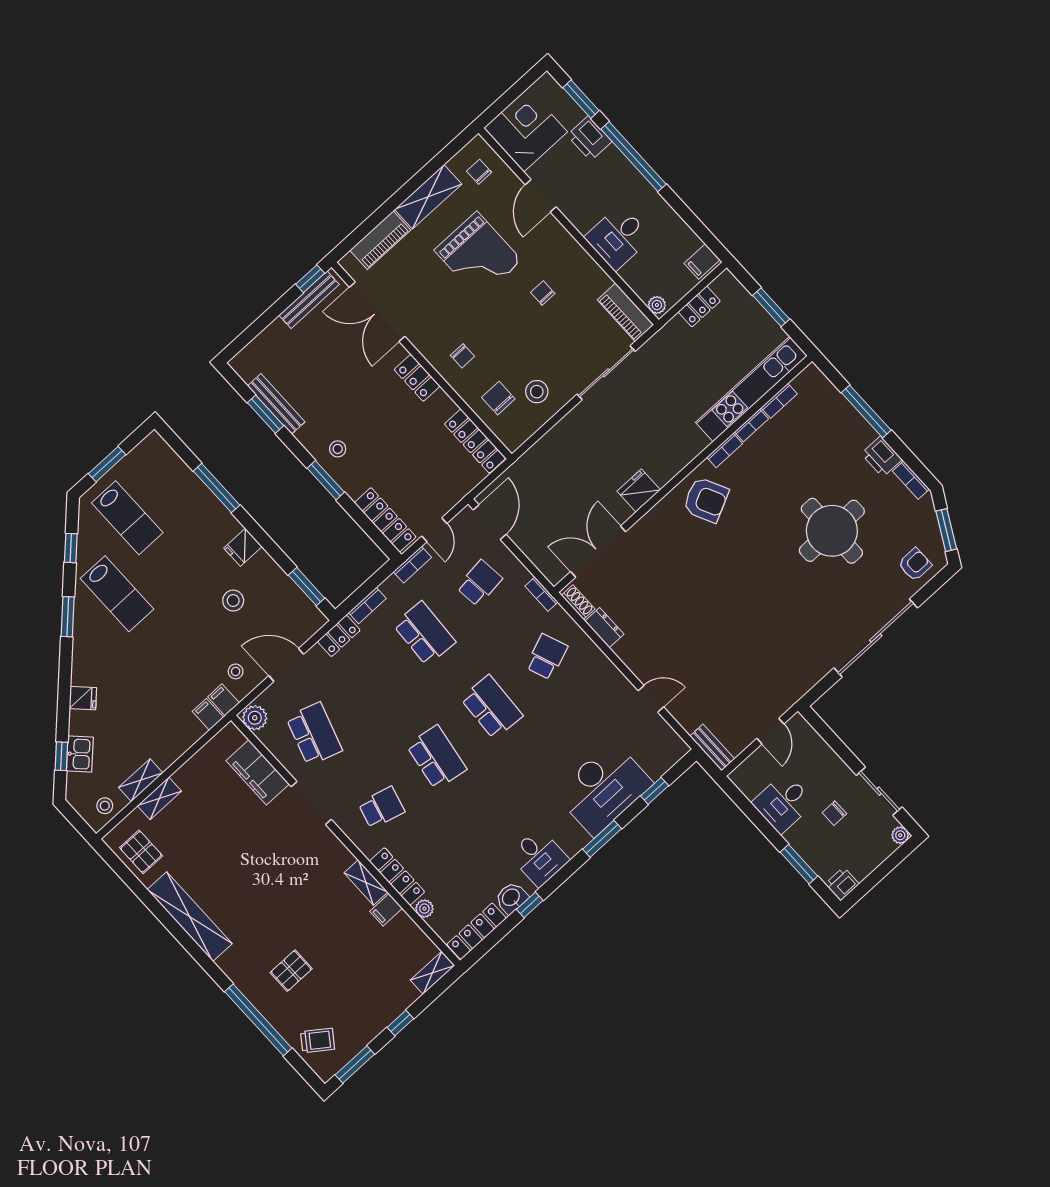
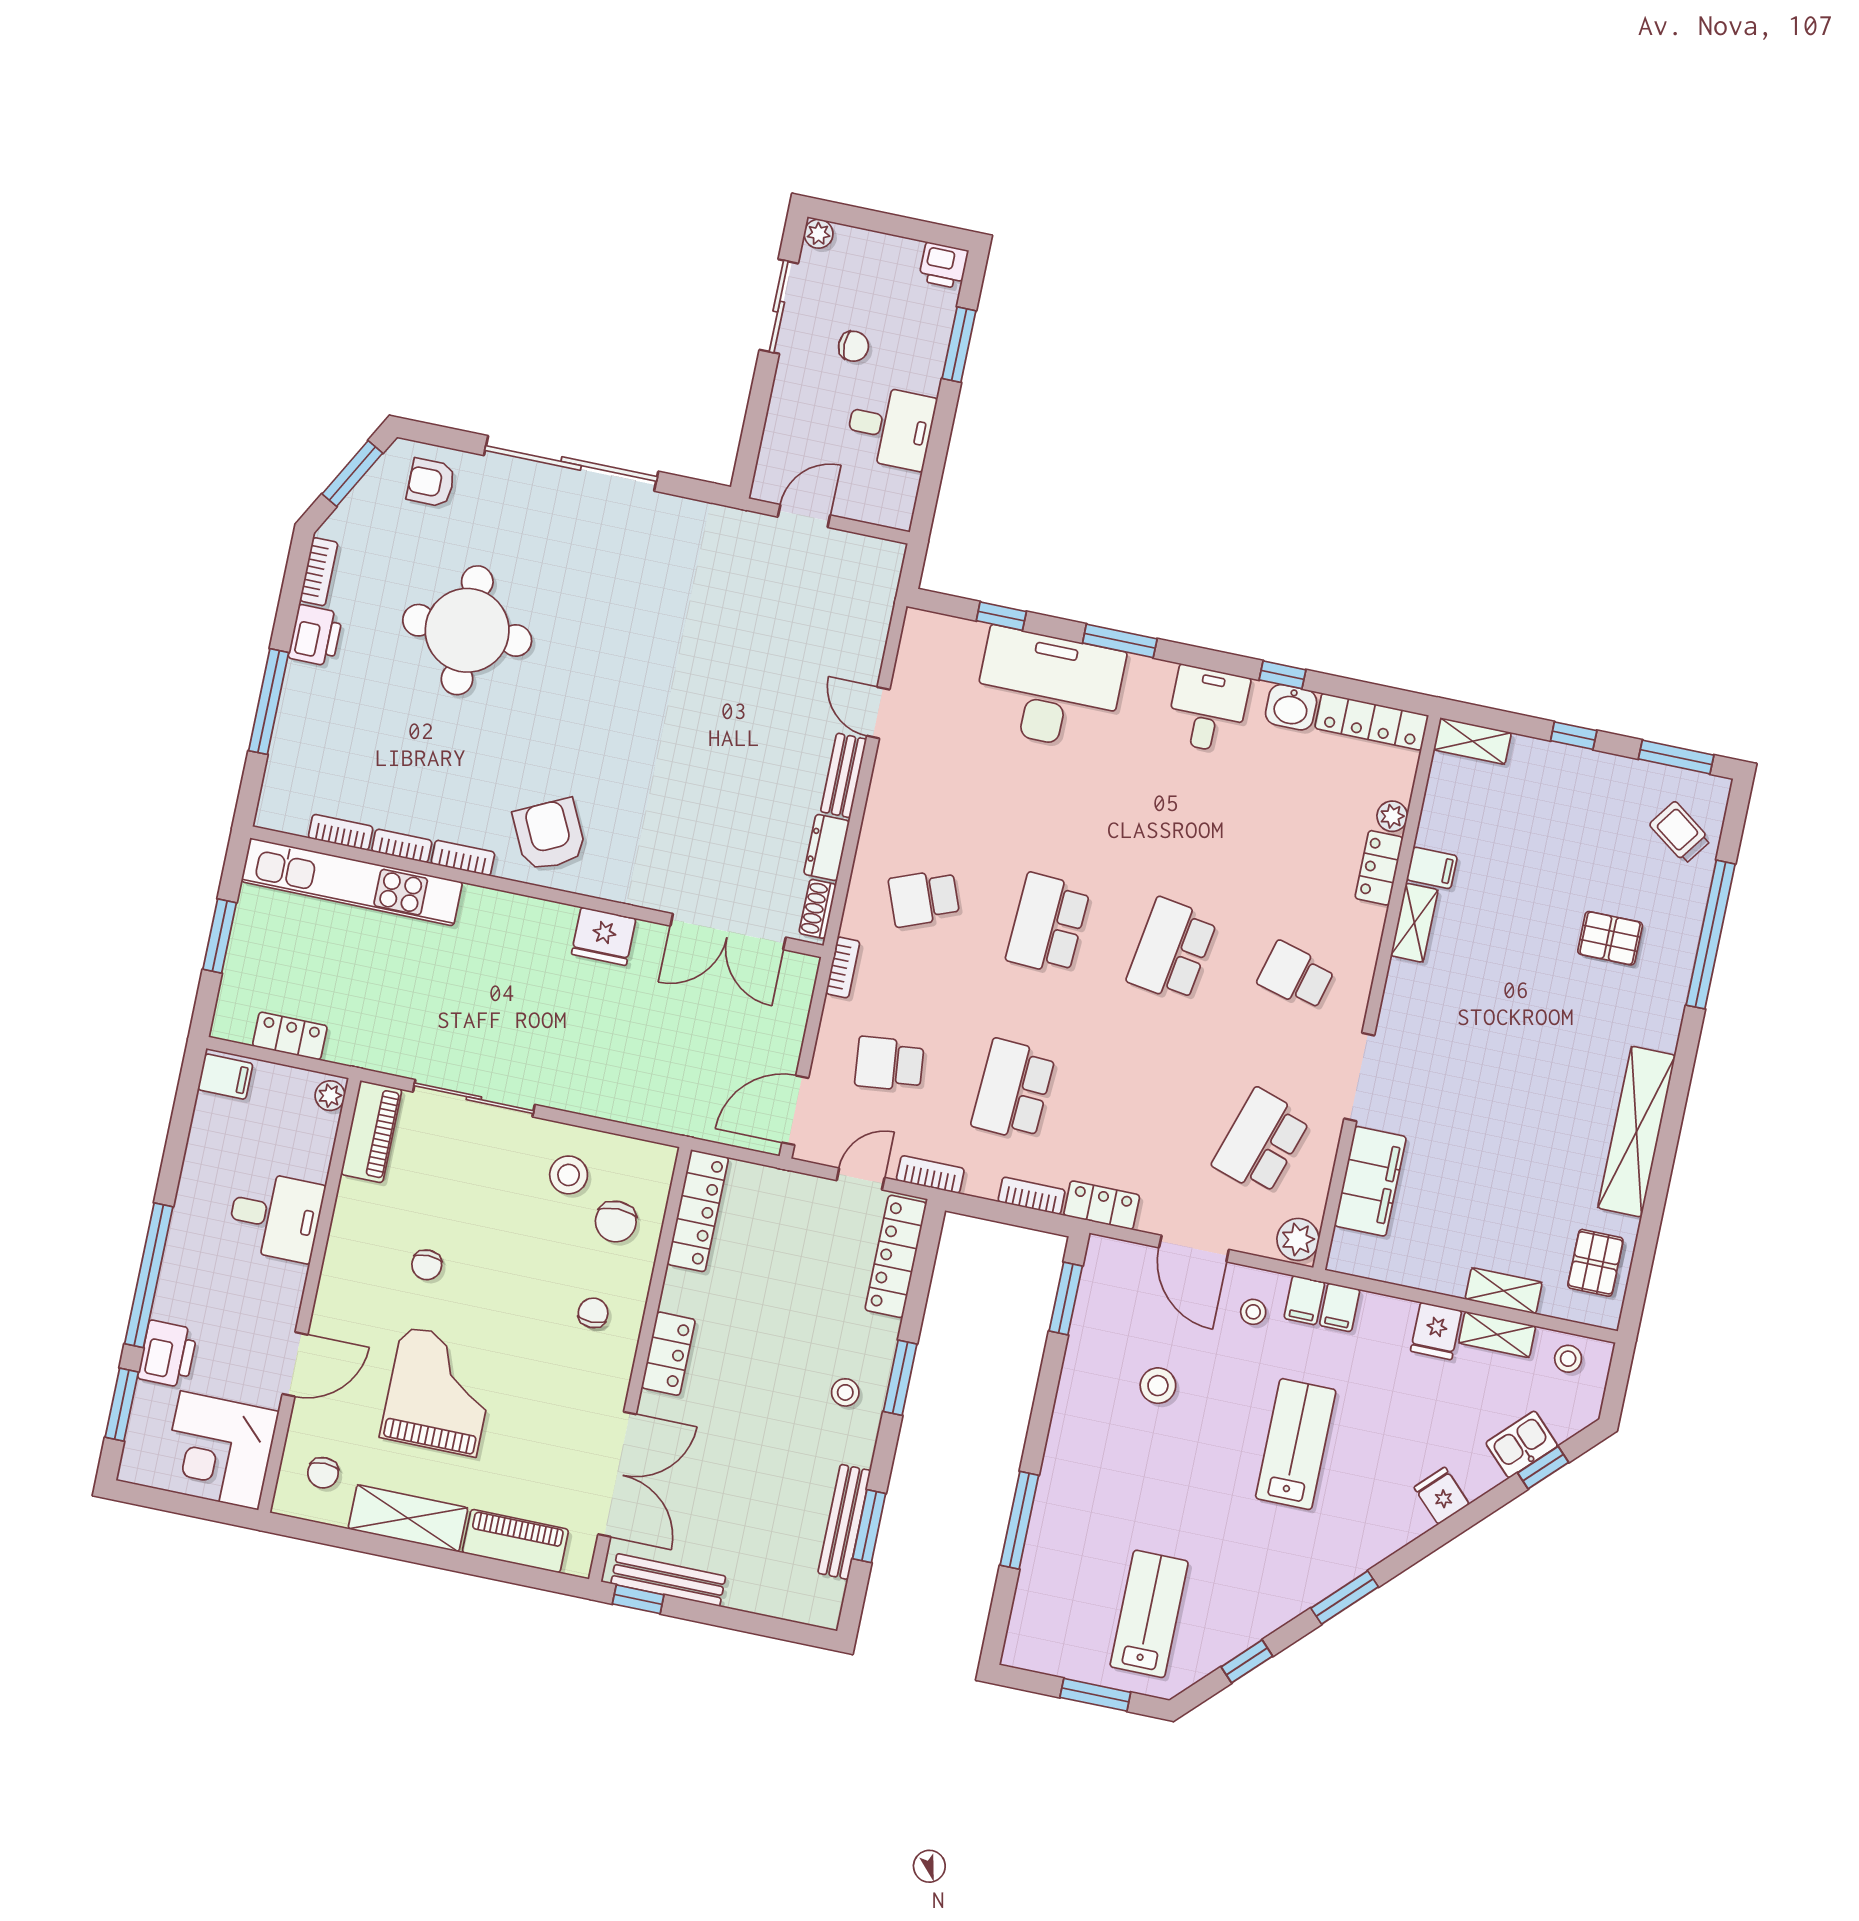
fridge: (243, 547) -> (1436, 1331), moved, turned 90
lab bench: (117, 594) -> (1296, 1444), moved
bench: (712, 748) -> (844, 775), moved
locker: (397, 876) -> (1379, 868), width x0.66

